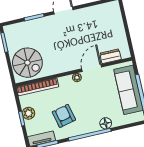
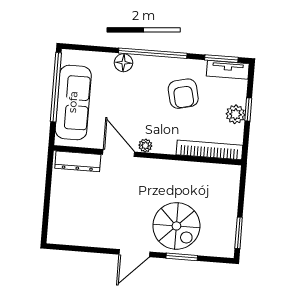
dresser: (110, 56) -> (78, 161), width x1.44
spiral stairs: (27, 63) -> (176, 226), moved, turned 180
door: (92, 68) -> (119, 153), swing flipped

